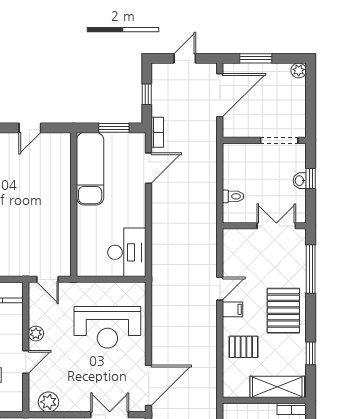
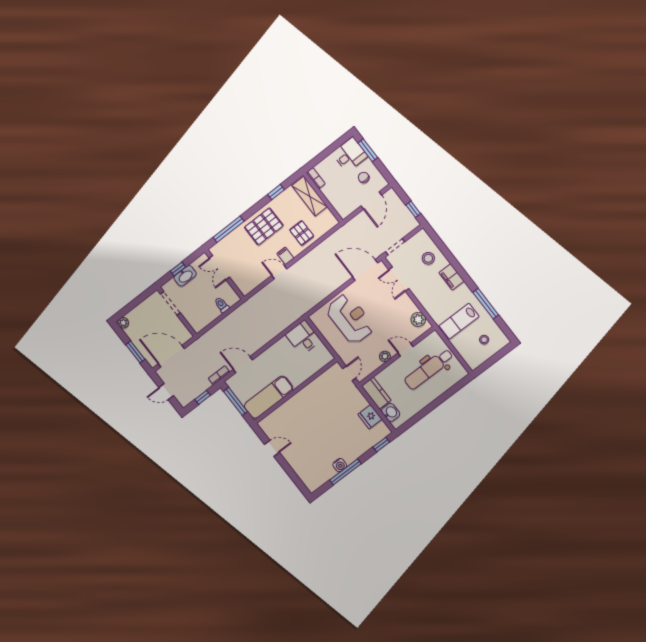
window: (114, 128) -> (235, 401), width x1.44
washbasin: (300, 181) -> (185, 276), width x1.91, depth x1.45
desk: (127, 252) -> (303, 338), width x0.73

